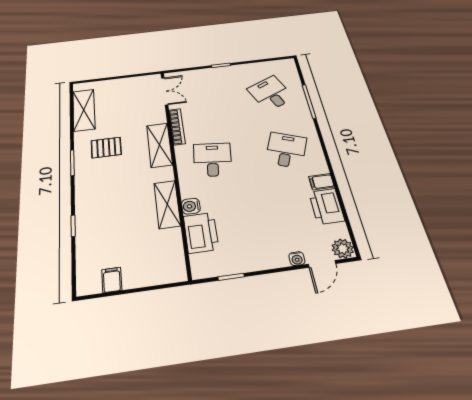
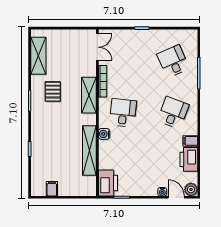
pallet: (106, 148) -> (53, 92), turned 90
shelving: (167, 204) -> (89, 150), width x1.47
water cooler: (191, 206) -> (104, 134), moved
printer: (201, 233) -> (108, 183), moved
door: (322, 264) -> (176, 197), swing flipped

